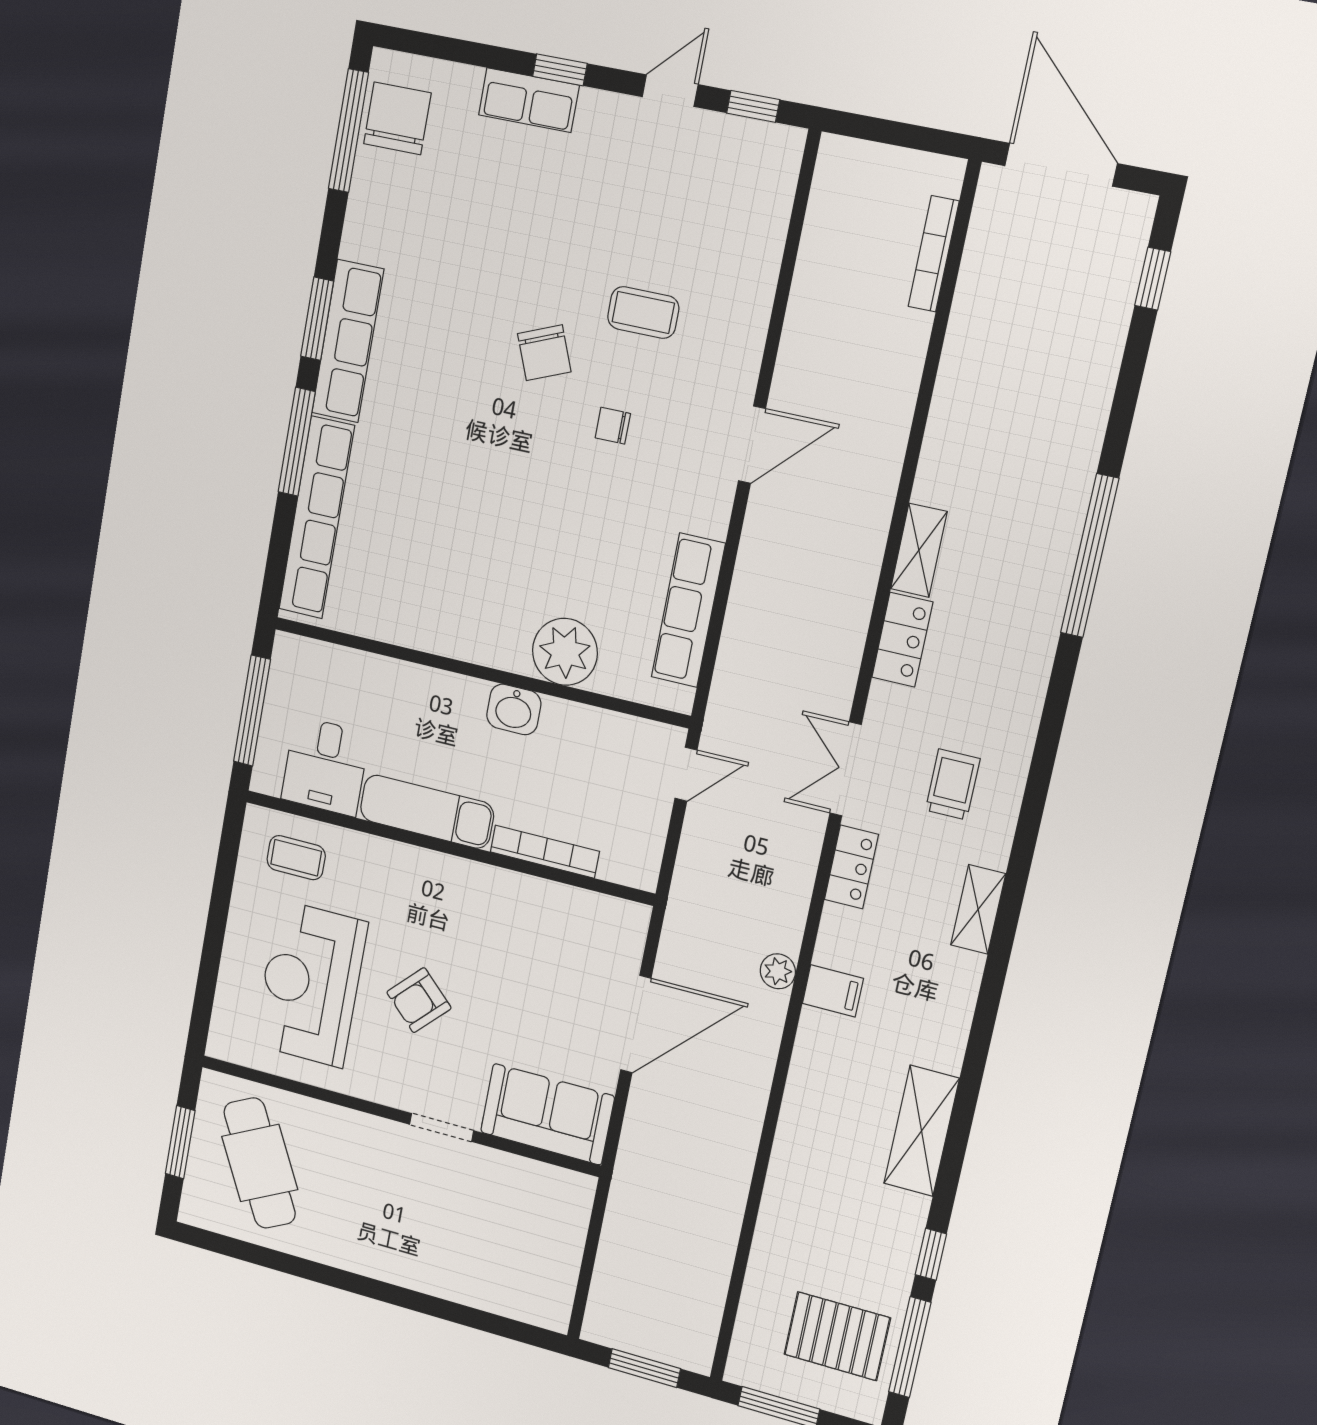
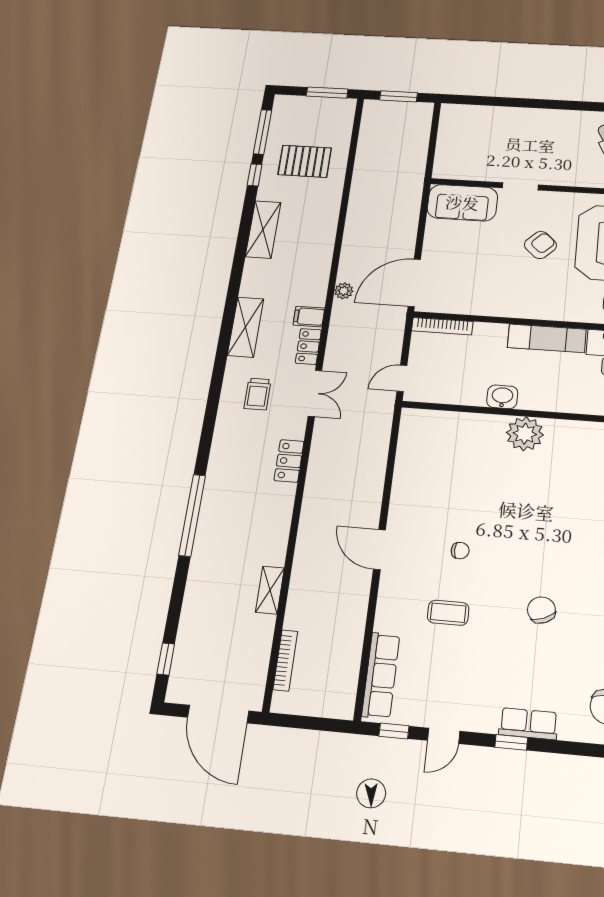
chair: (544, 353) -> (541, 610), moved
door: (752, 445) -> (379, 550), hinge flipped
shelving: (919, 550) -> (270, 590), moved
row of seats: (688, 610) -> (381, 675), moved
plant: (565, 652) -> (525, 434), moved
bookcase: (545, 852) -> (442, 326), moved
shelving: (978, 909) -> (246, 327), width x1.50, depth x1.33
filing cabinet: (833, 991) -> (309, 317), moved
door: (636, 1024) -> (414, 283), moved
pallet: (837, 1336) -> (305, 161), moved

